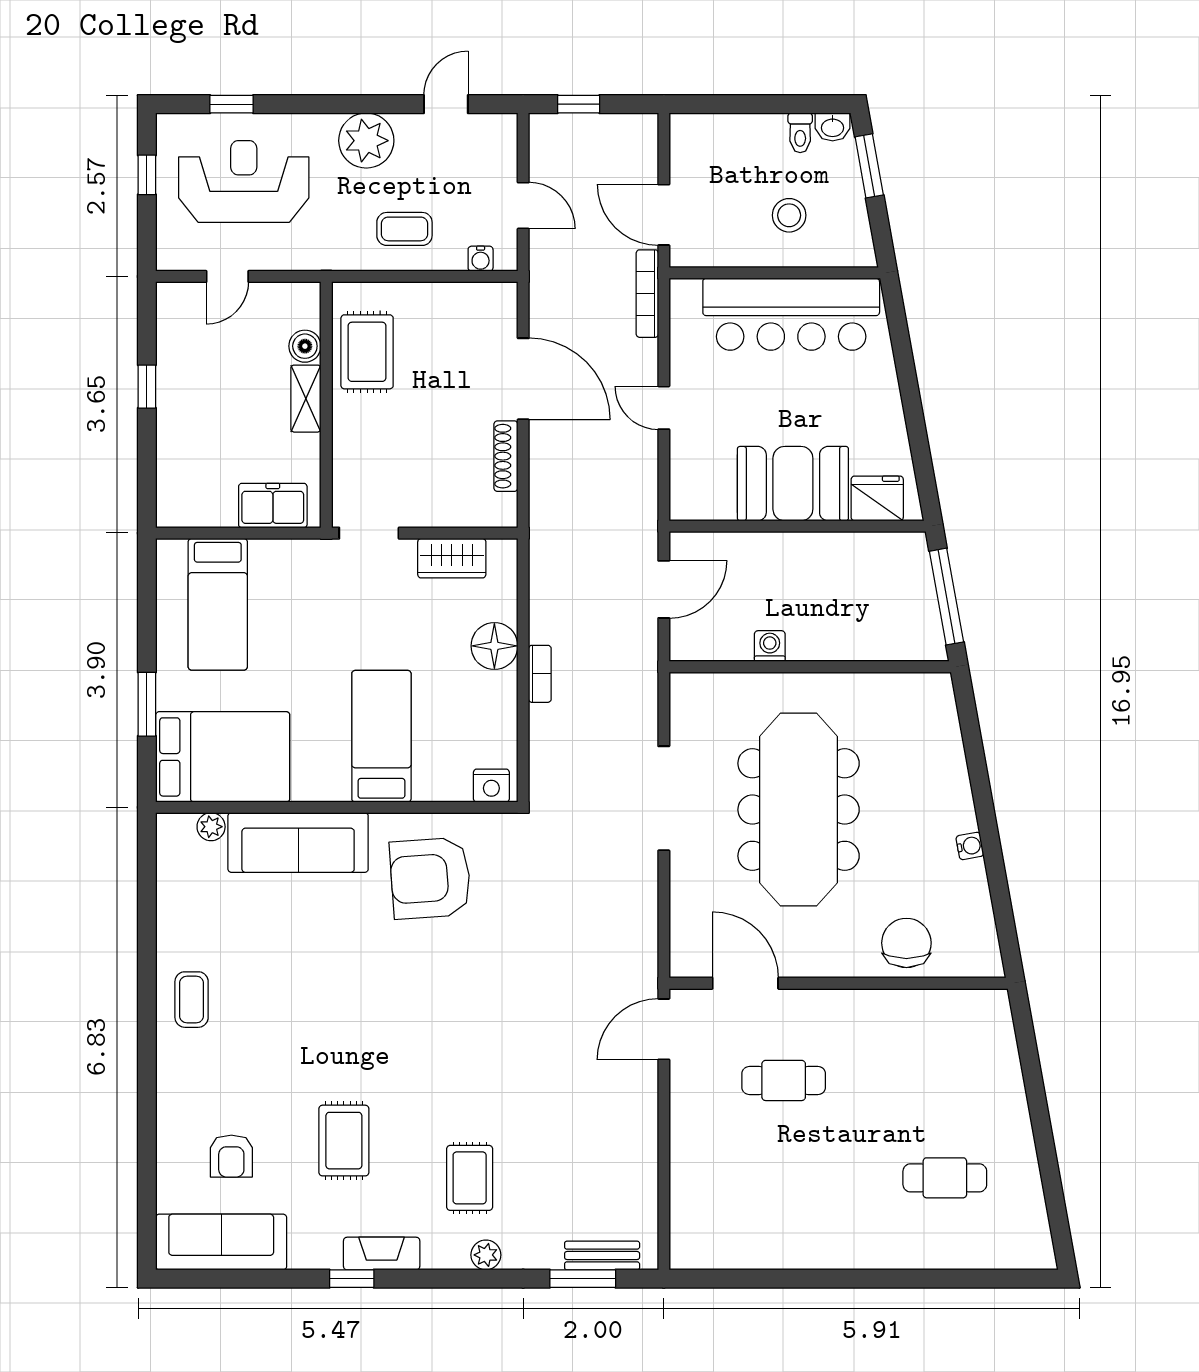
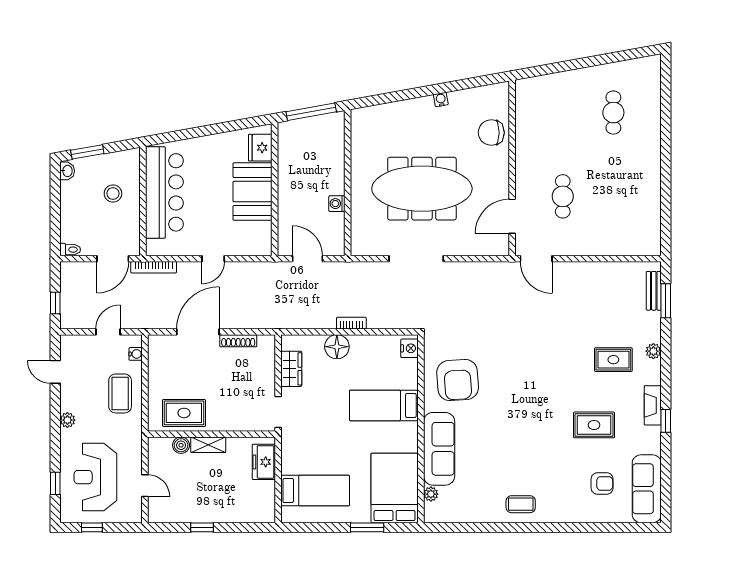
toilet: (800, 133) -> (70, 250), moved
plant: (366, 141) -> (67, 420), width x0.53, depth x0.53
coffee table: (404, 229) -> (120, 393), width x1.36, depth x1.30

